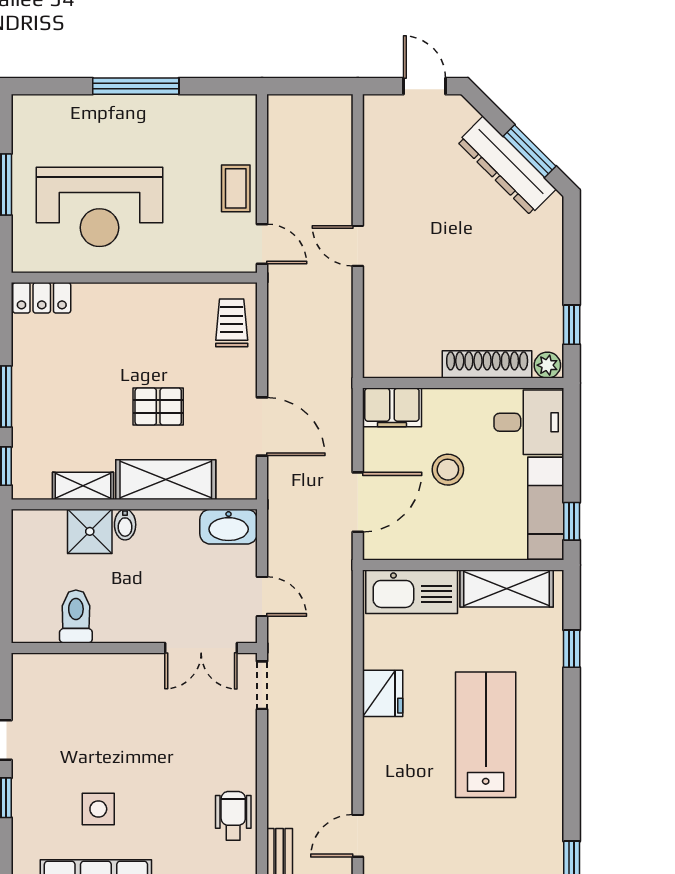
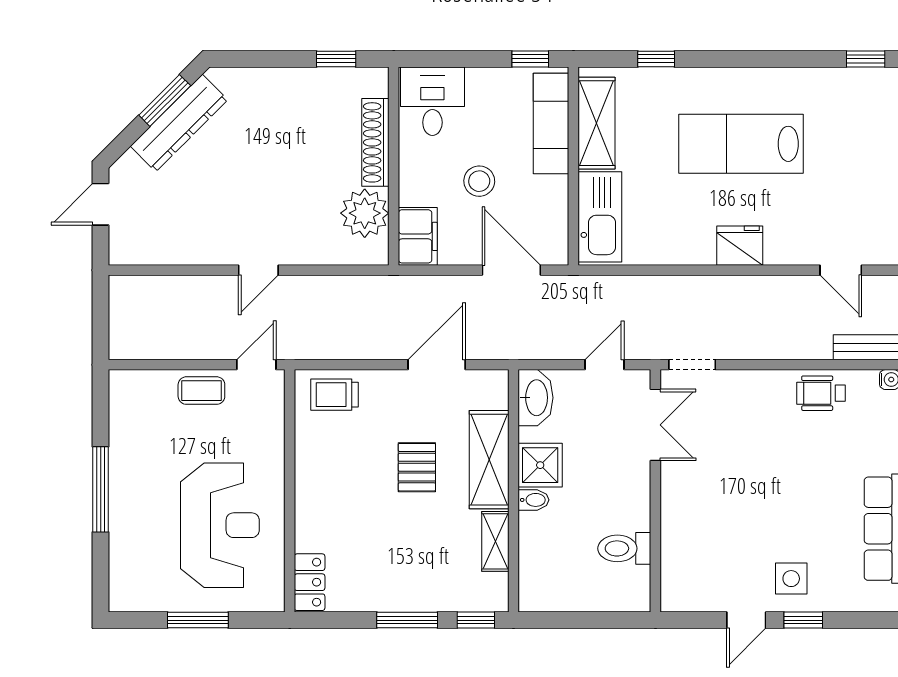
plant: (547, 365) -> (365, 213), moved, width x1.87, depth x1.87
exam couch: (546, 508) -> (551, 124), moved, turned 90
shower: (90, 531) -> (540, 465), moved
fridge: (383, 693) -> (740, 246), moved
side table: (98, 809) -> (791, 579), moved

